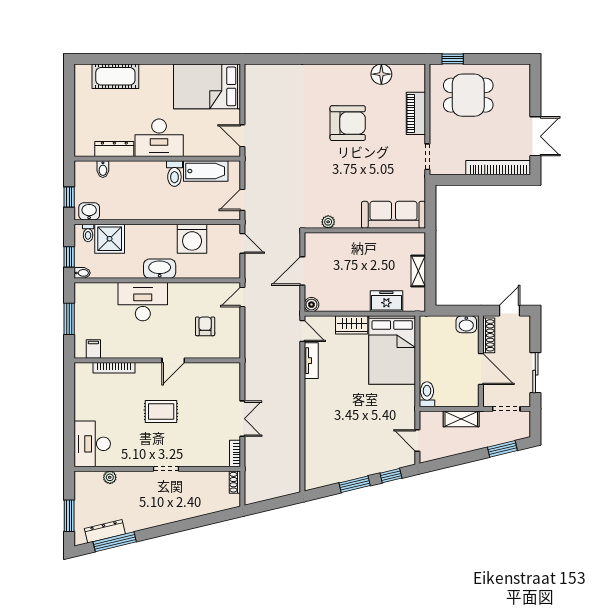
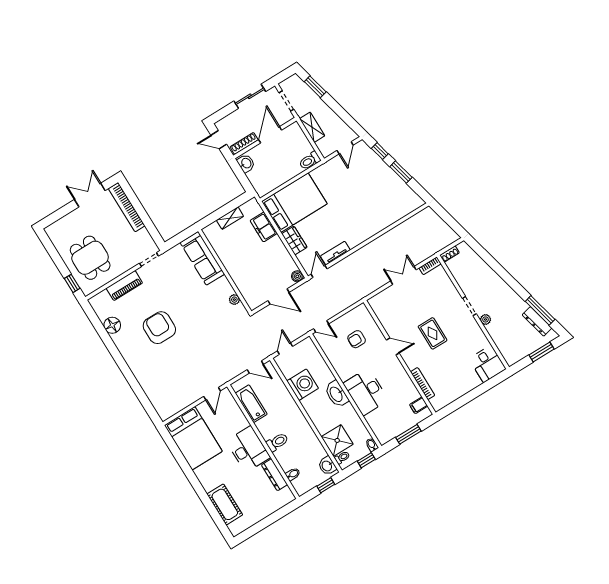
toilet: (174, 174) -> (277, 442), moved
desk: (92, 444) -> (487, 364), width x0.73
plant: (110, 477) -> (486, 319), moved

